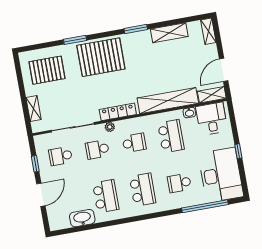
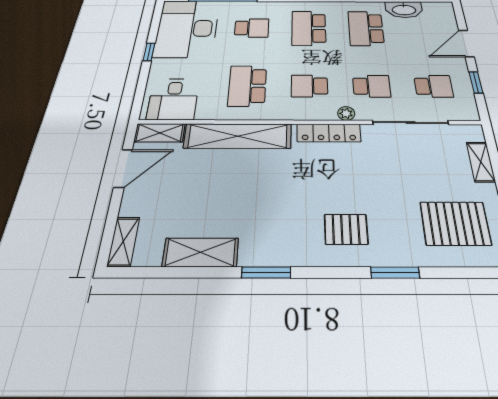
pallet: (101, 57) -> (346, 229), width x0.49, depth x0.50
washbasin: (189, 113) -> (207, 113), removed

